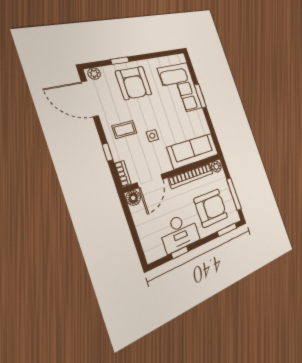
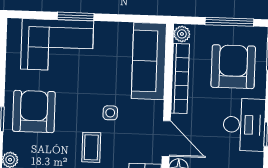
armchair: (134, 83) -> (34, 111), turned -90

